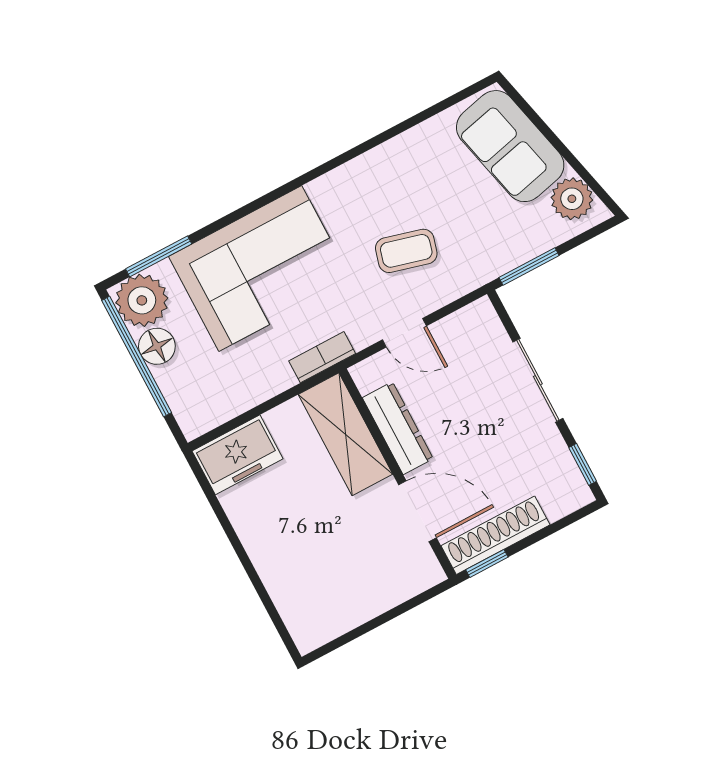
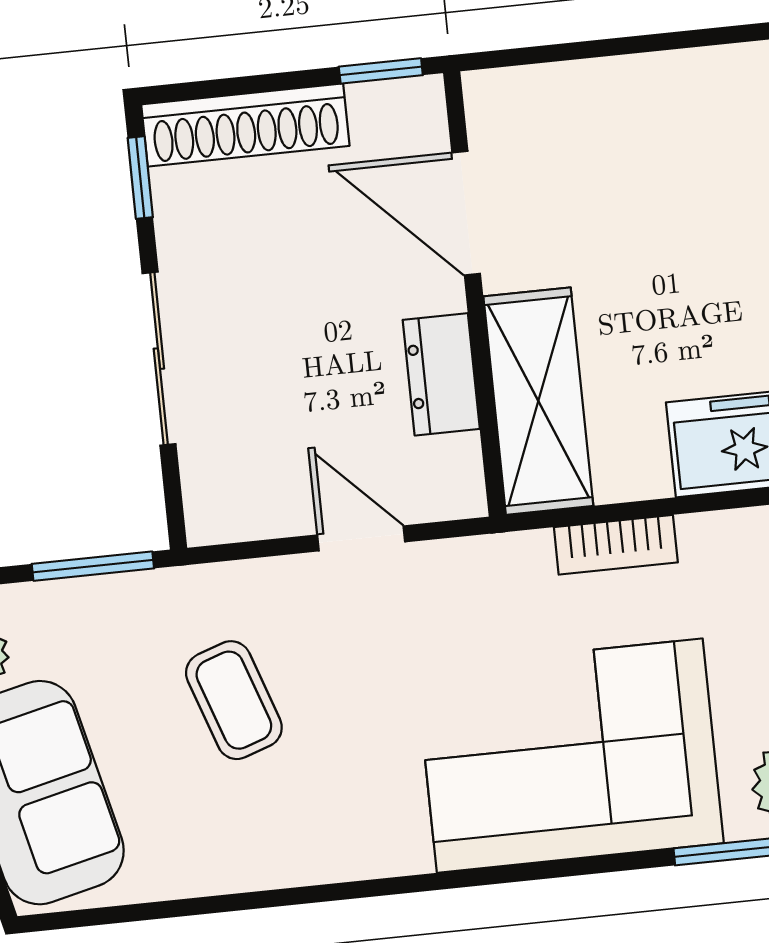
coffee table: (406, 251) -> (234, 700), moved, turned 56
bookcase: (322, 357) -> (616, 545), moved
dresser: (398, 428) -> (441, 374), width x0.70
shoe rack: (495, 535) -> (245, 125), moved

